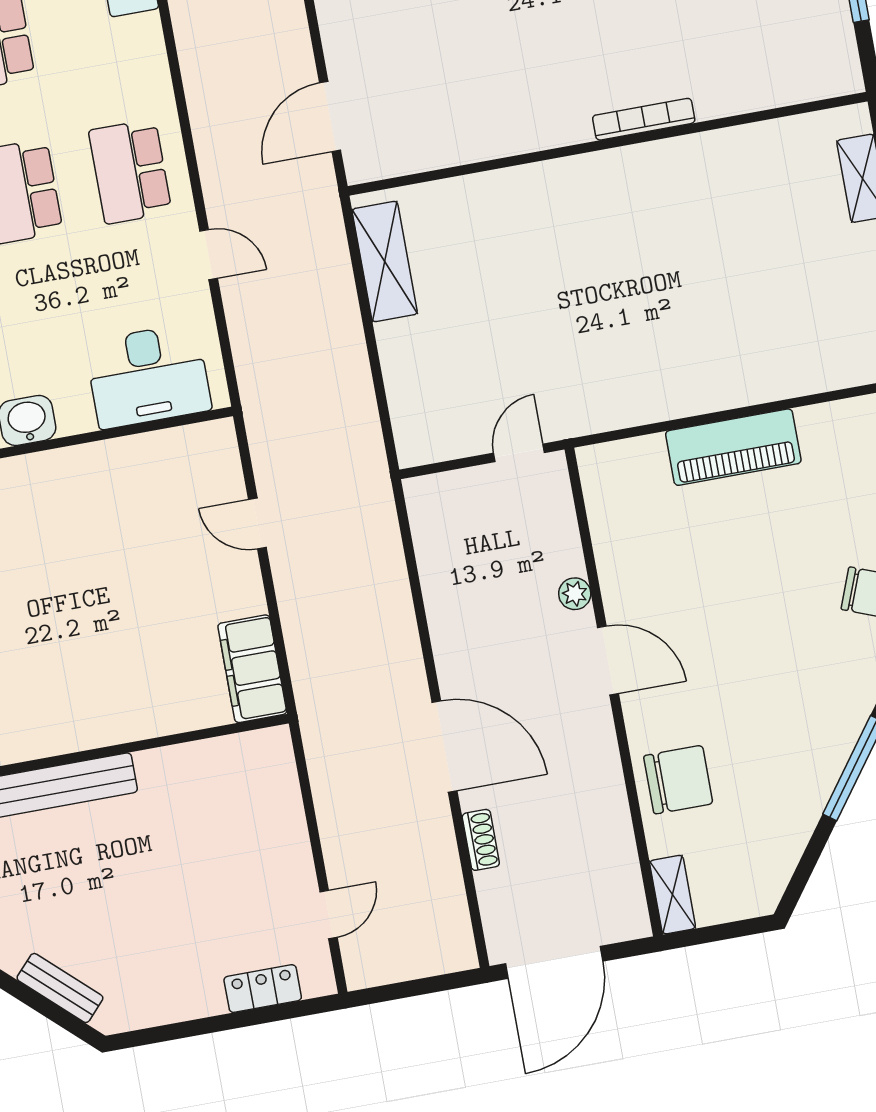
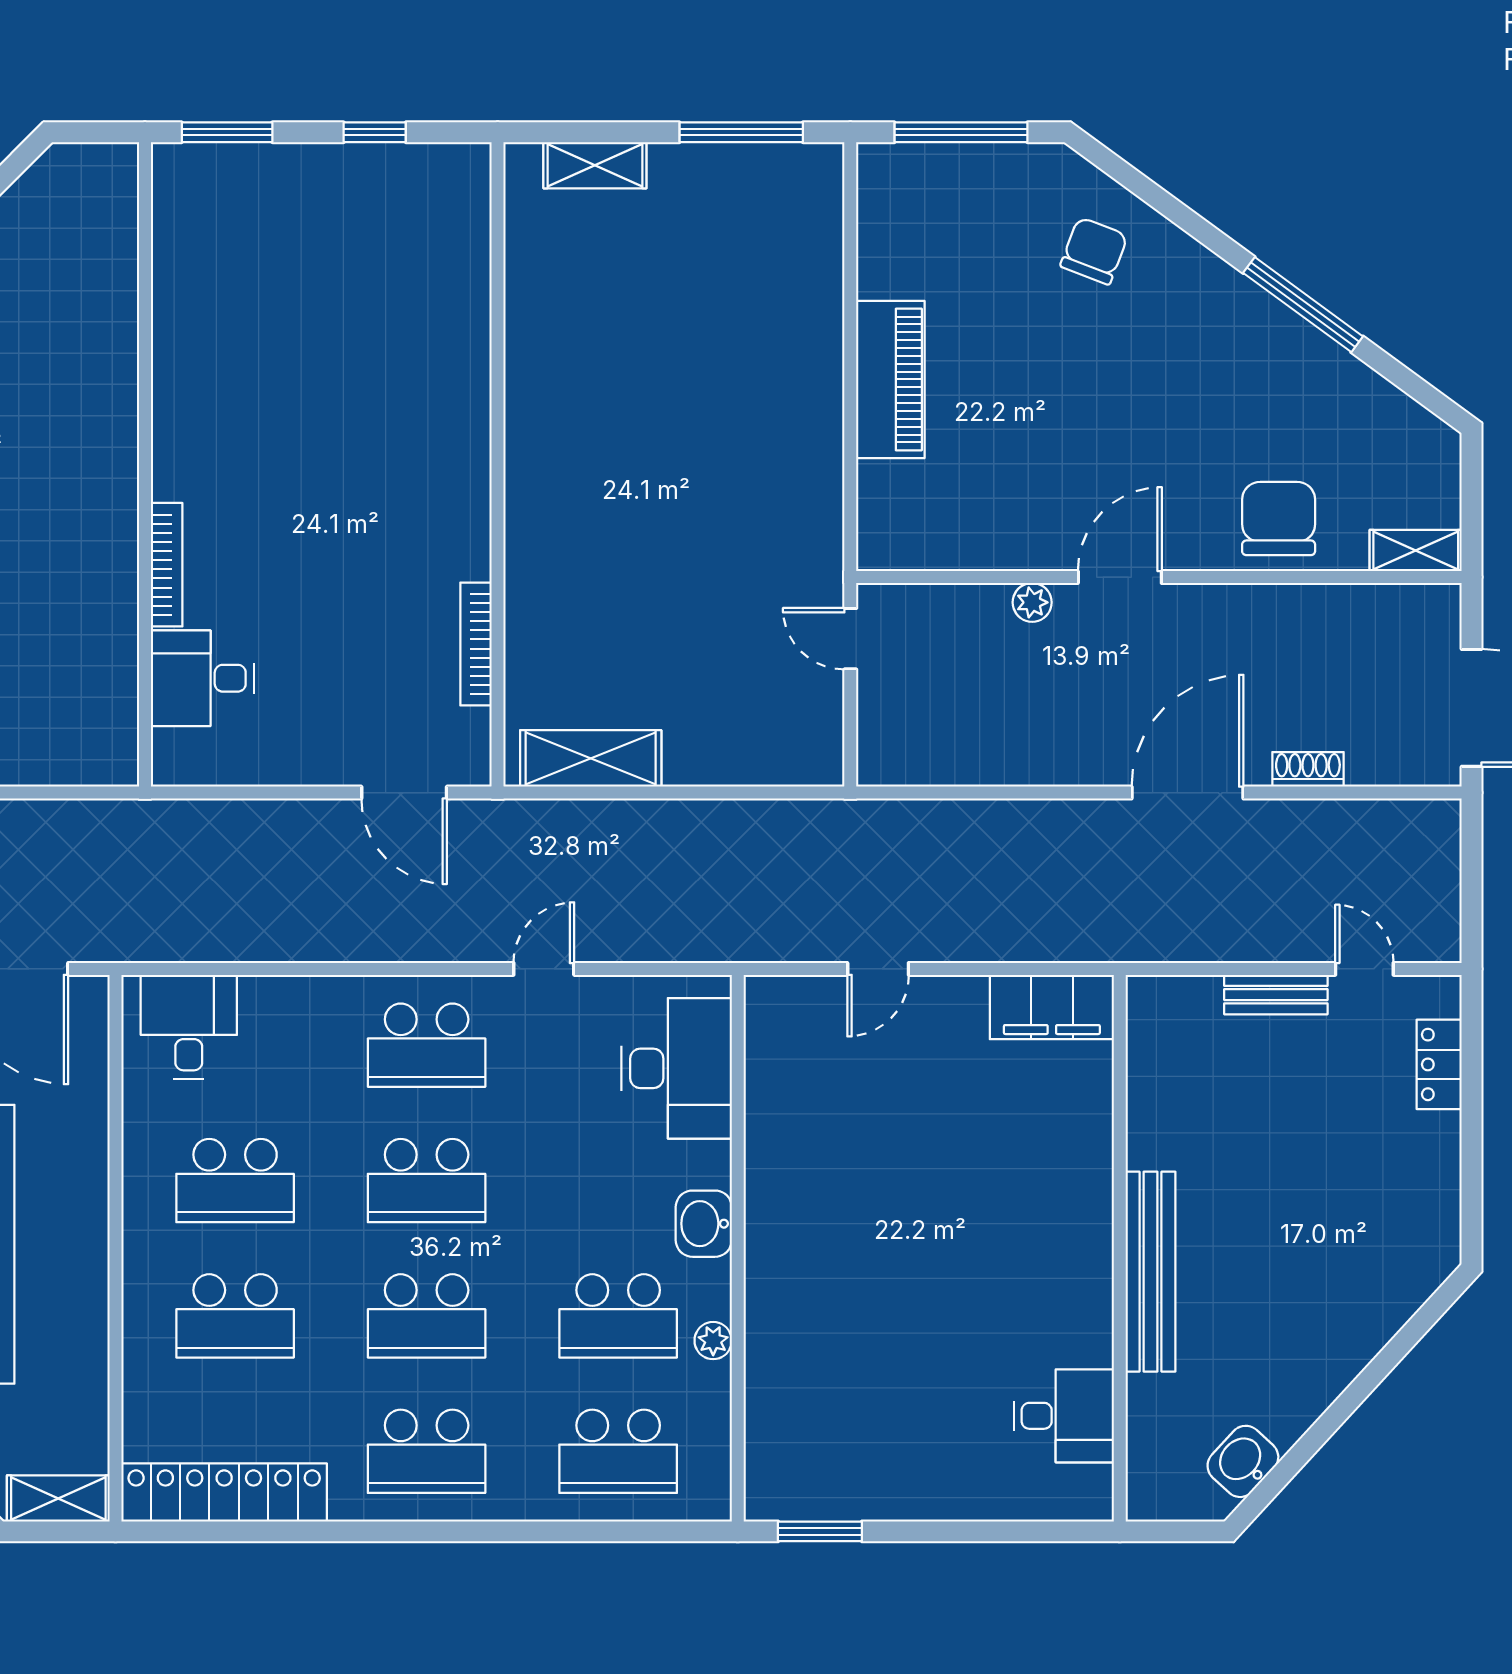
bookcase: (644, 119) -> (476, 644), moved
bench: (60, 988) -> (1276, 995), moved, turned 47

